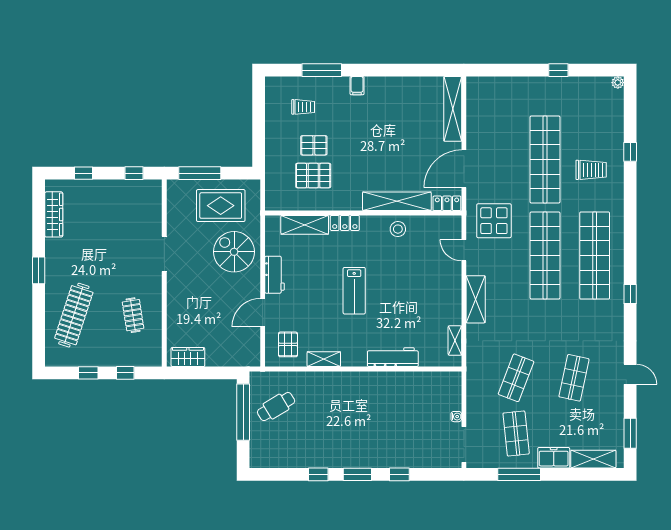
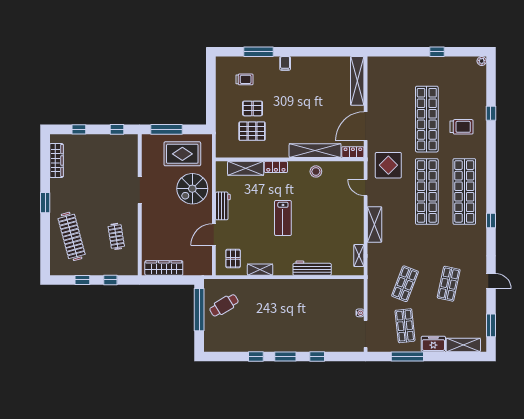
spiral stairs: (234, 252) -> (192, 189), turned -90
clothes rail: (74, 315) -> (72, 236), turned -33
wardrobe: (188, 357) -> (164, 268), width x1.50

